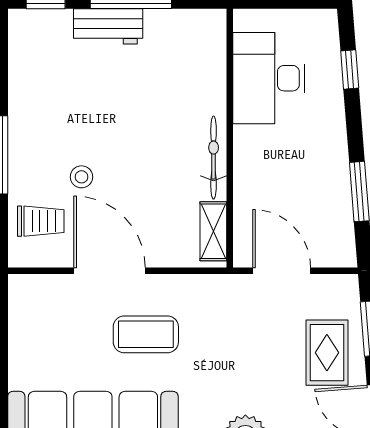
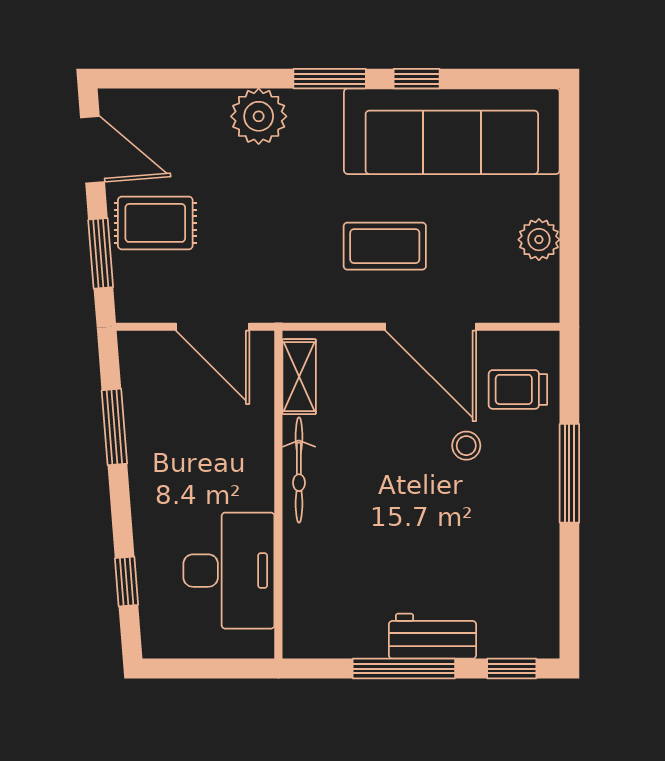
plant: (24, 340) -> (539, 240), added
rug: (327, 353) -> (155, 223), turned 90

